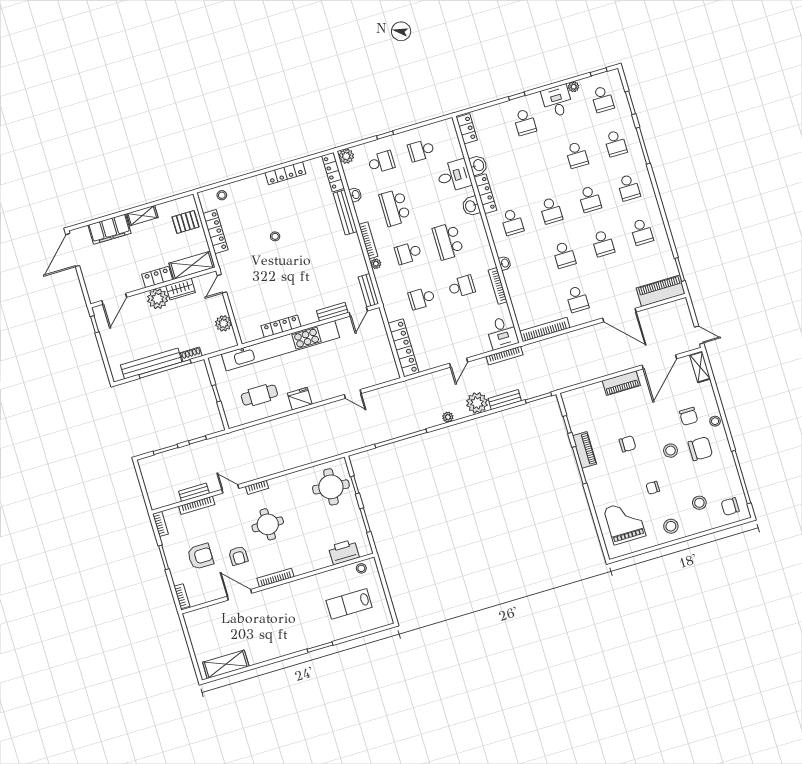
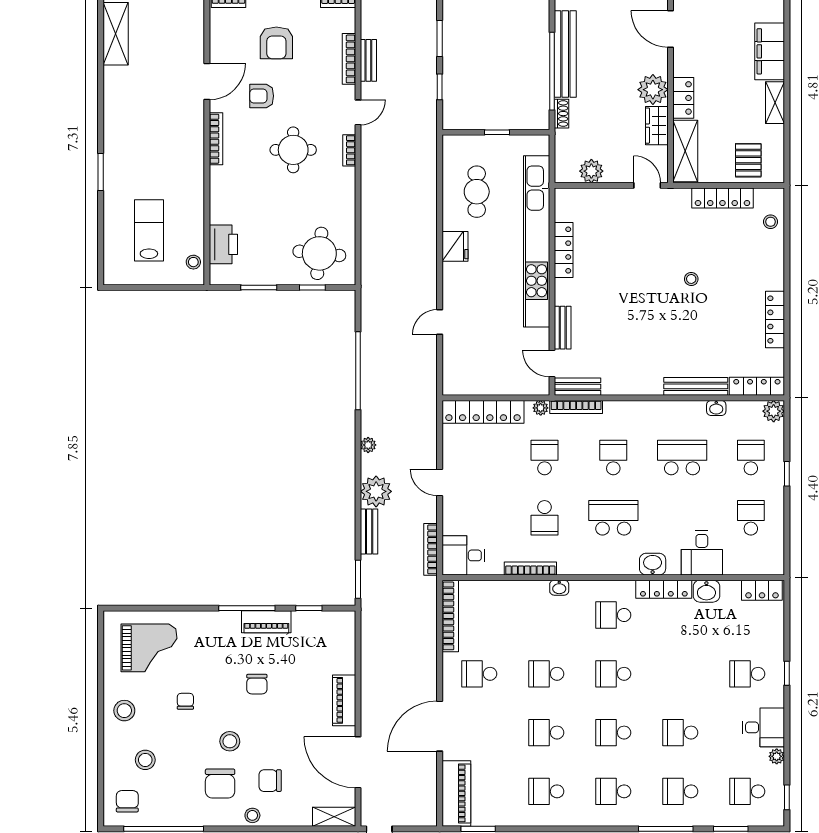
school desk: (381, 162) -> (751, 458), turned 180
bookcase: (368, 240) -> (576, 407), moved
plant: (376, 264) -> (541, 408), moved

